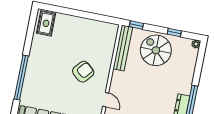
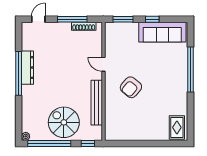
window: (174, 32) -> (49, 143), width x3.17
bench: (123, 48) -> (97, 103), moved
spiral stairs: (156, 50) -> (64, 122), turned 180

